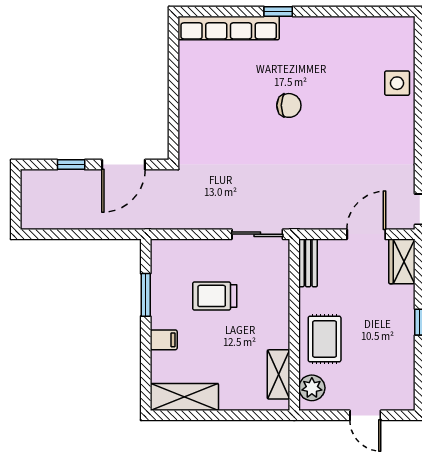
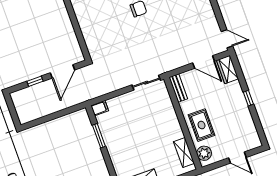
door: (366, 234) -> (204, 62), swing flipped
trolley: (215, 296) -> (135, 123), removed
filing cabinet: (164, 340) -> (100, 108), moved

